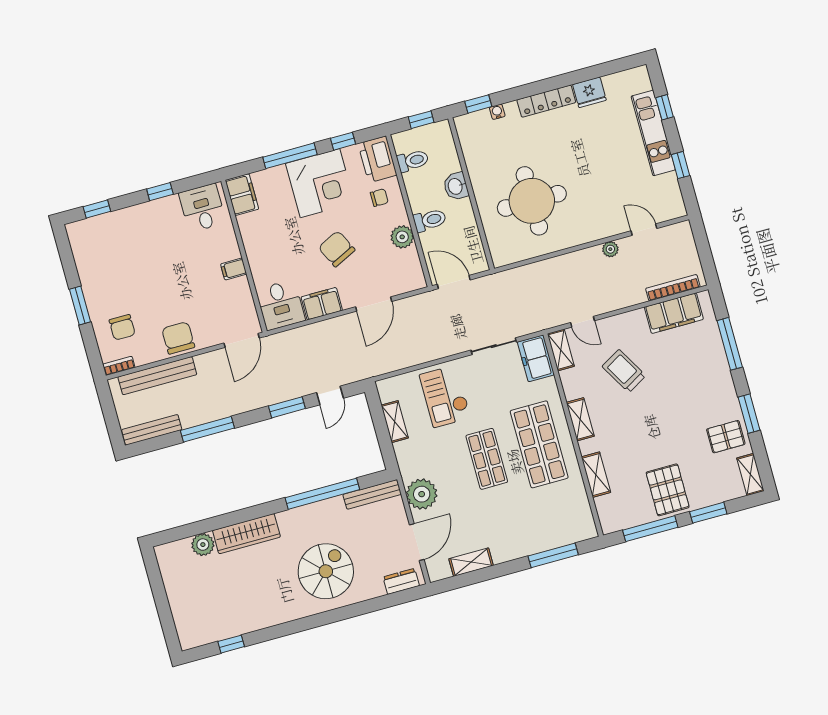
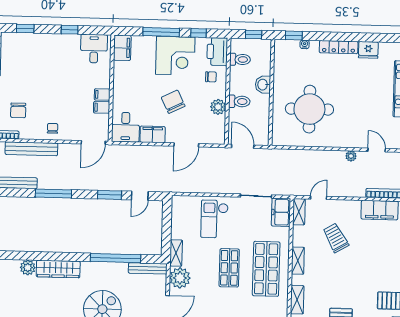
filing cabinet: (238, 287) -> (102, 107), added
door: (583, 322) -> (319, 198), swing flipped
chair: (178, 338) -> (53, 128), width x0.54, depth x0.54
shelving: (395, 422) -> (176, 253), moved

